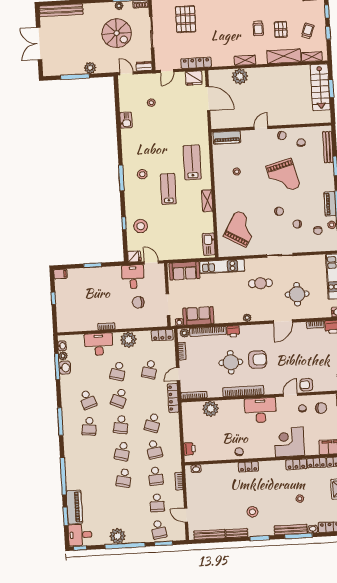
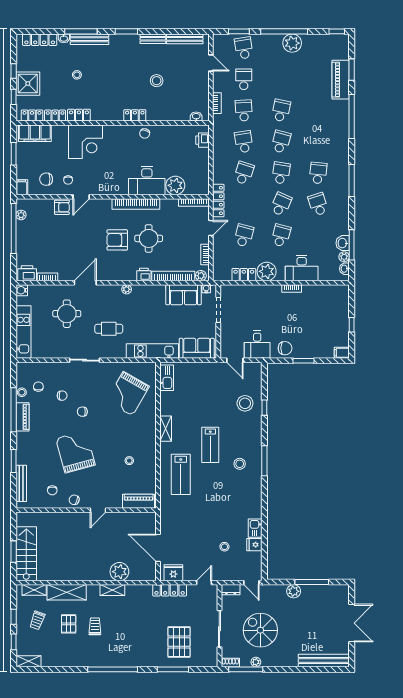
fridge: (134, 256) -> (254, 545), moved
chair: (138, 302) -> (285, 348), moved
locker: (162, 335) -> (244, 275), moved
desk: (260, 410) -> (147, 181), moved
stool: (252, 512) -> (157, 81), moved
desk: (80, 535) -> (336, 47), removed

